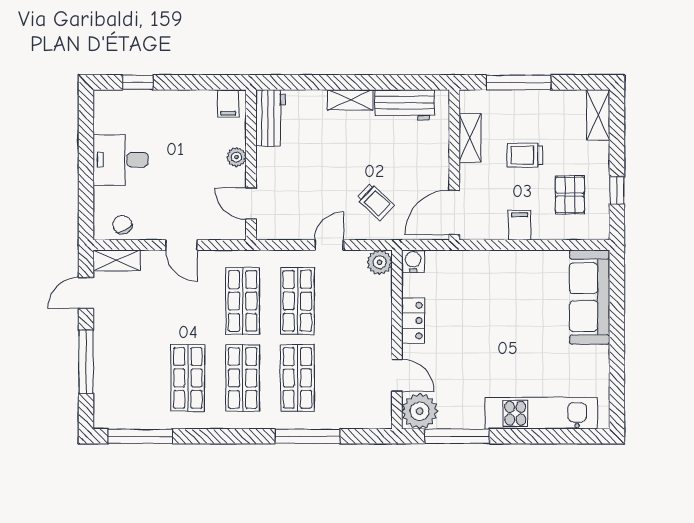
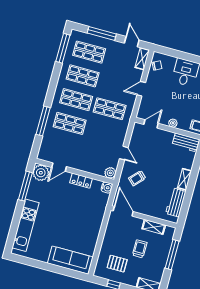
filing cabinet: (520, 225) -> (110, 238), removed
shop shelf: (297, 301) -> (89, 52), moved

